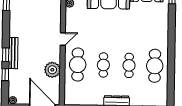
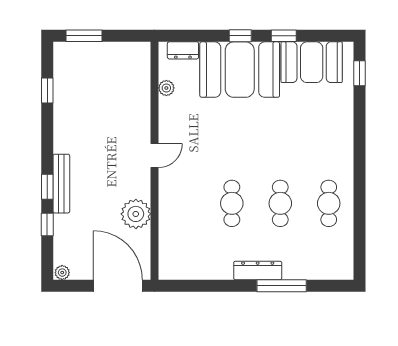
cafe table: (78, 65) -> (183, 203), removed
cafe table: (155, 66) -> (329, 203), width x0.73, depth x0.74

